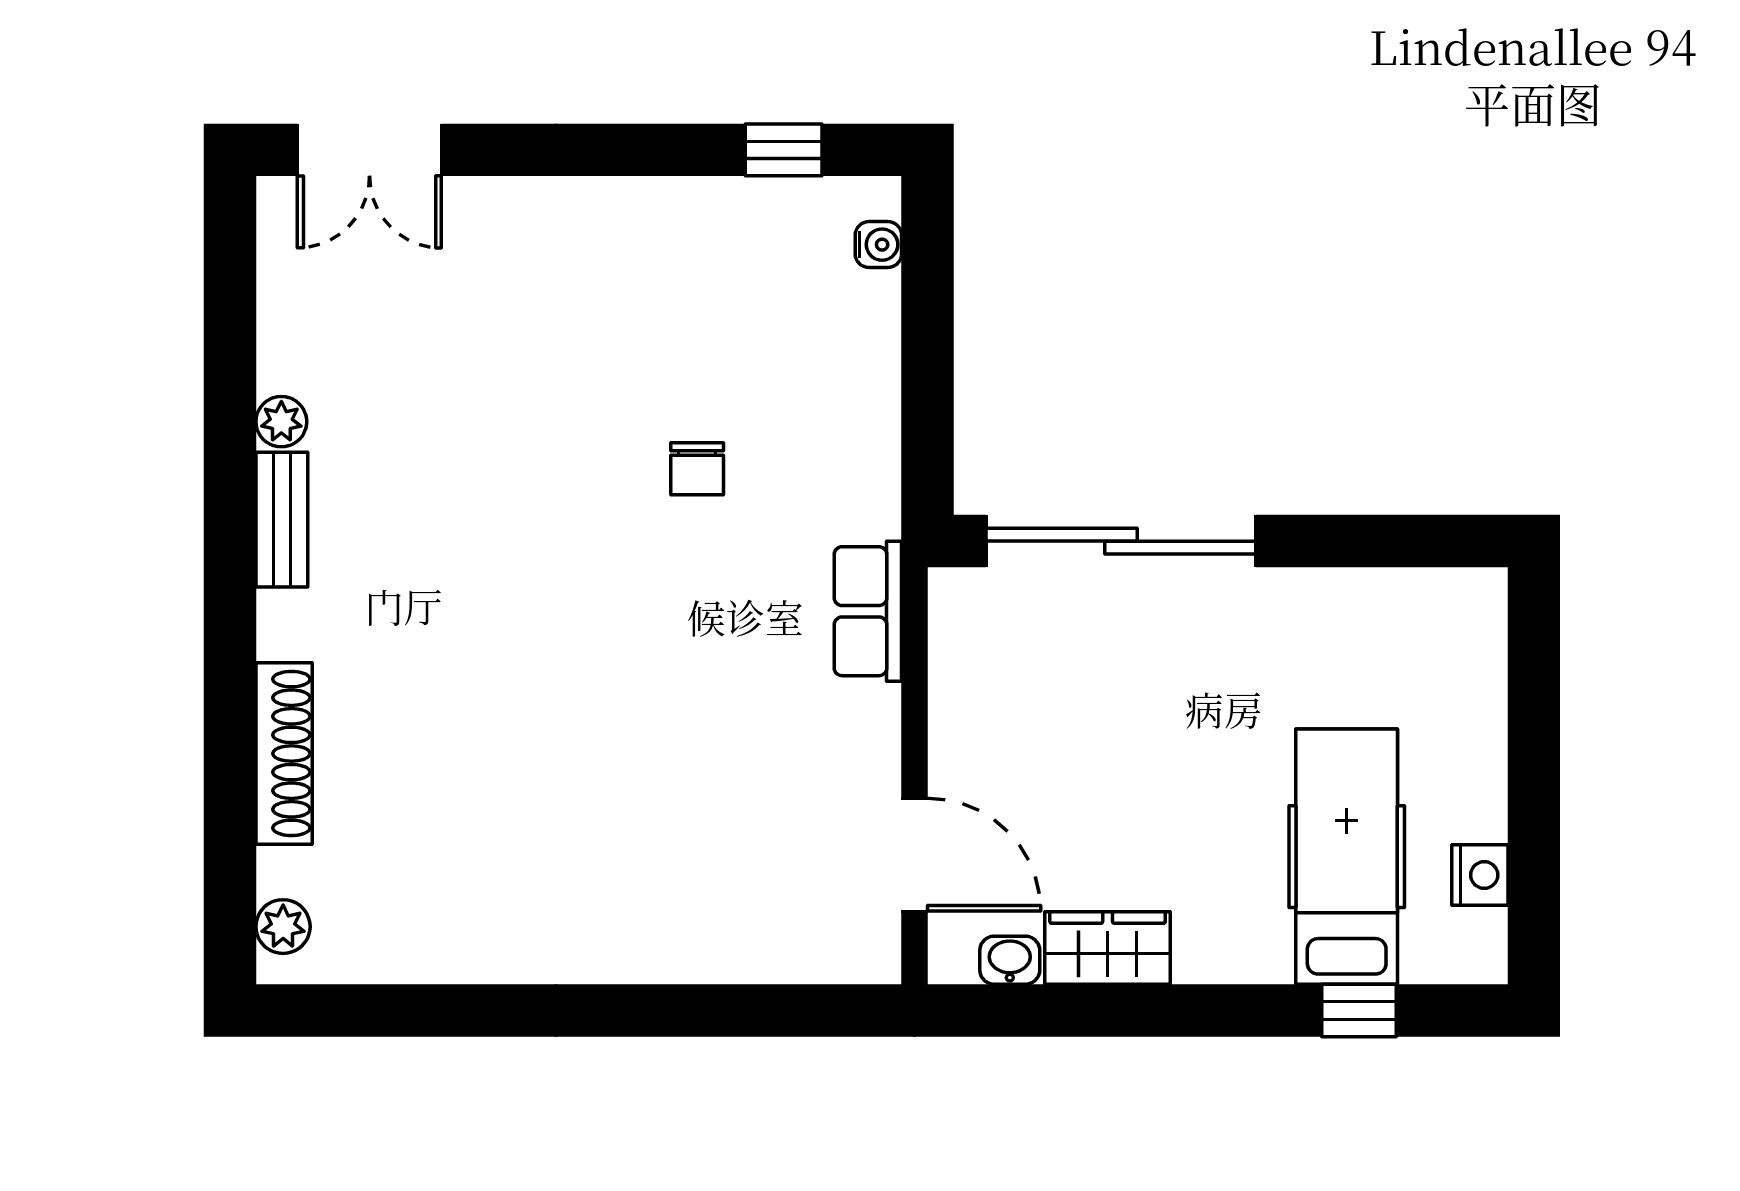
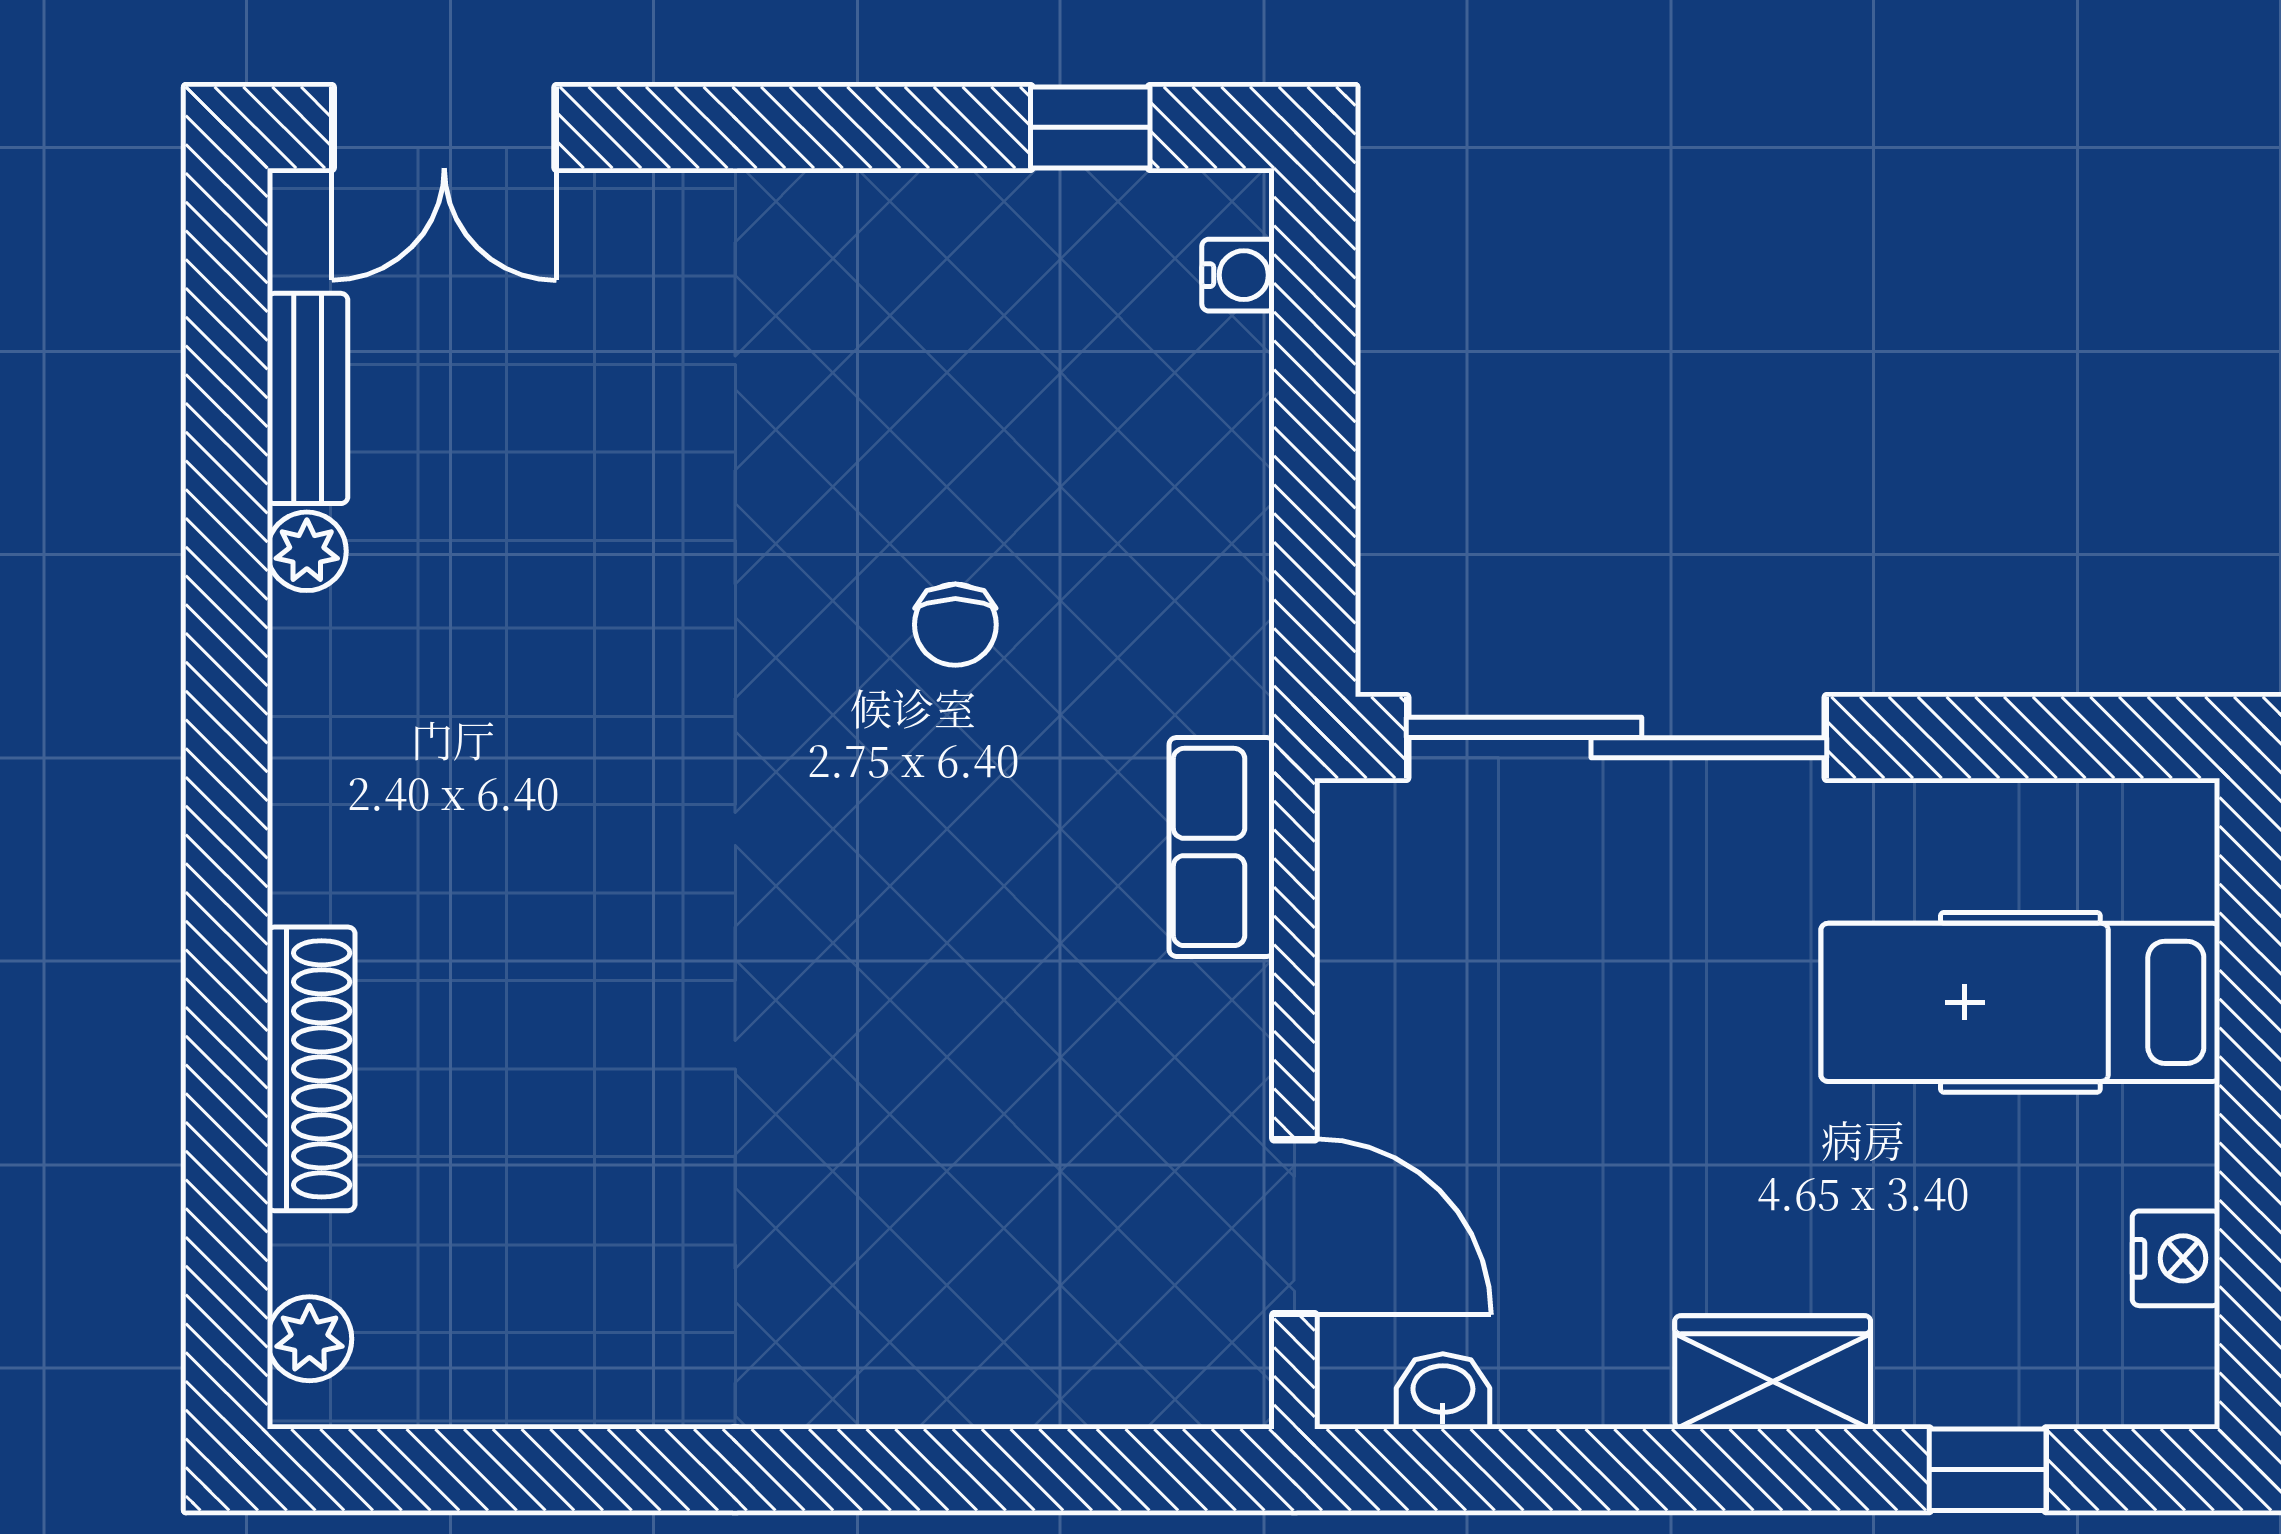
bench: (282, 520) -> (307, 398), moved
hospital bed: (1347, 857) -> (2020, 1002), moved, turned -90
wardrobe: (1108, 948) -> (1773, 1372), moved

